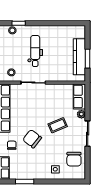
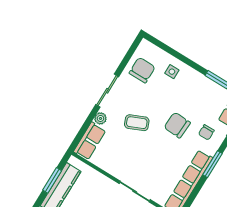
chair: (32, 139) -> (177, 125), turned 145

